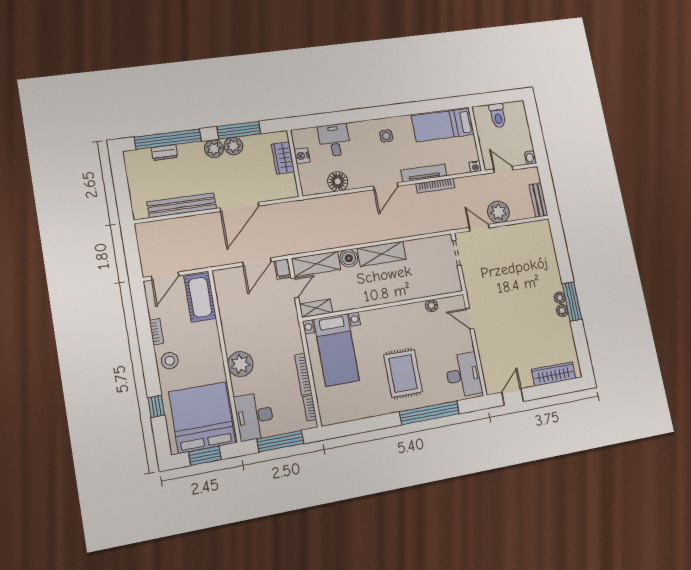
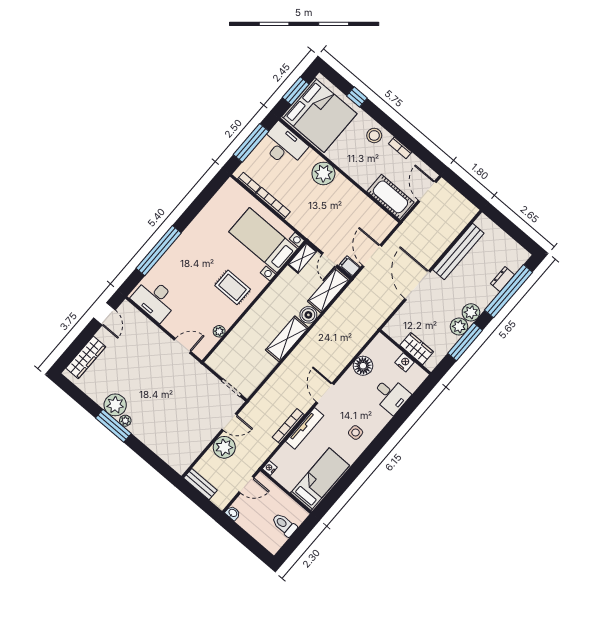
plant: (562, 310) -> (115, 405), width x1.88, depth x1.88
rug: (403, 373) -> (233, 287), moved, width x0.73, depth x0.70

